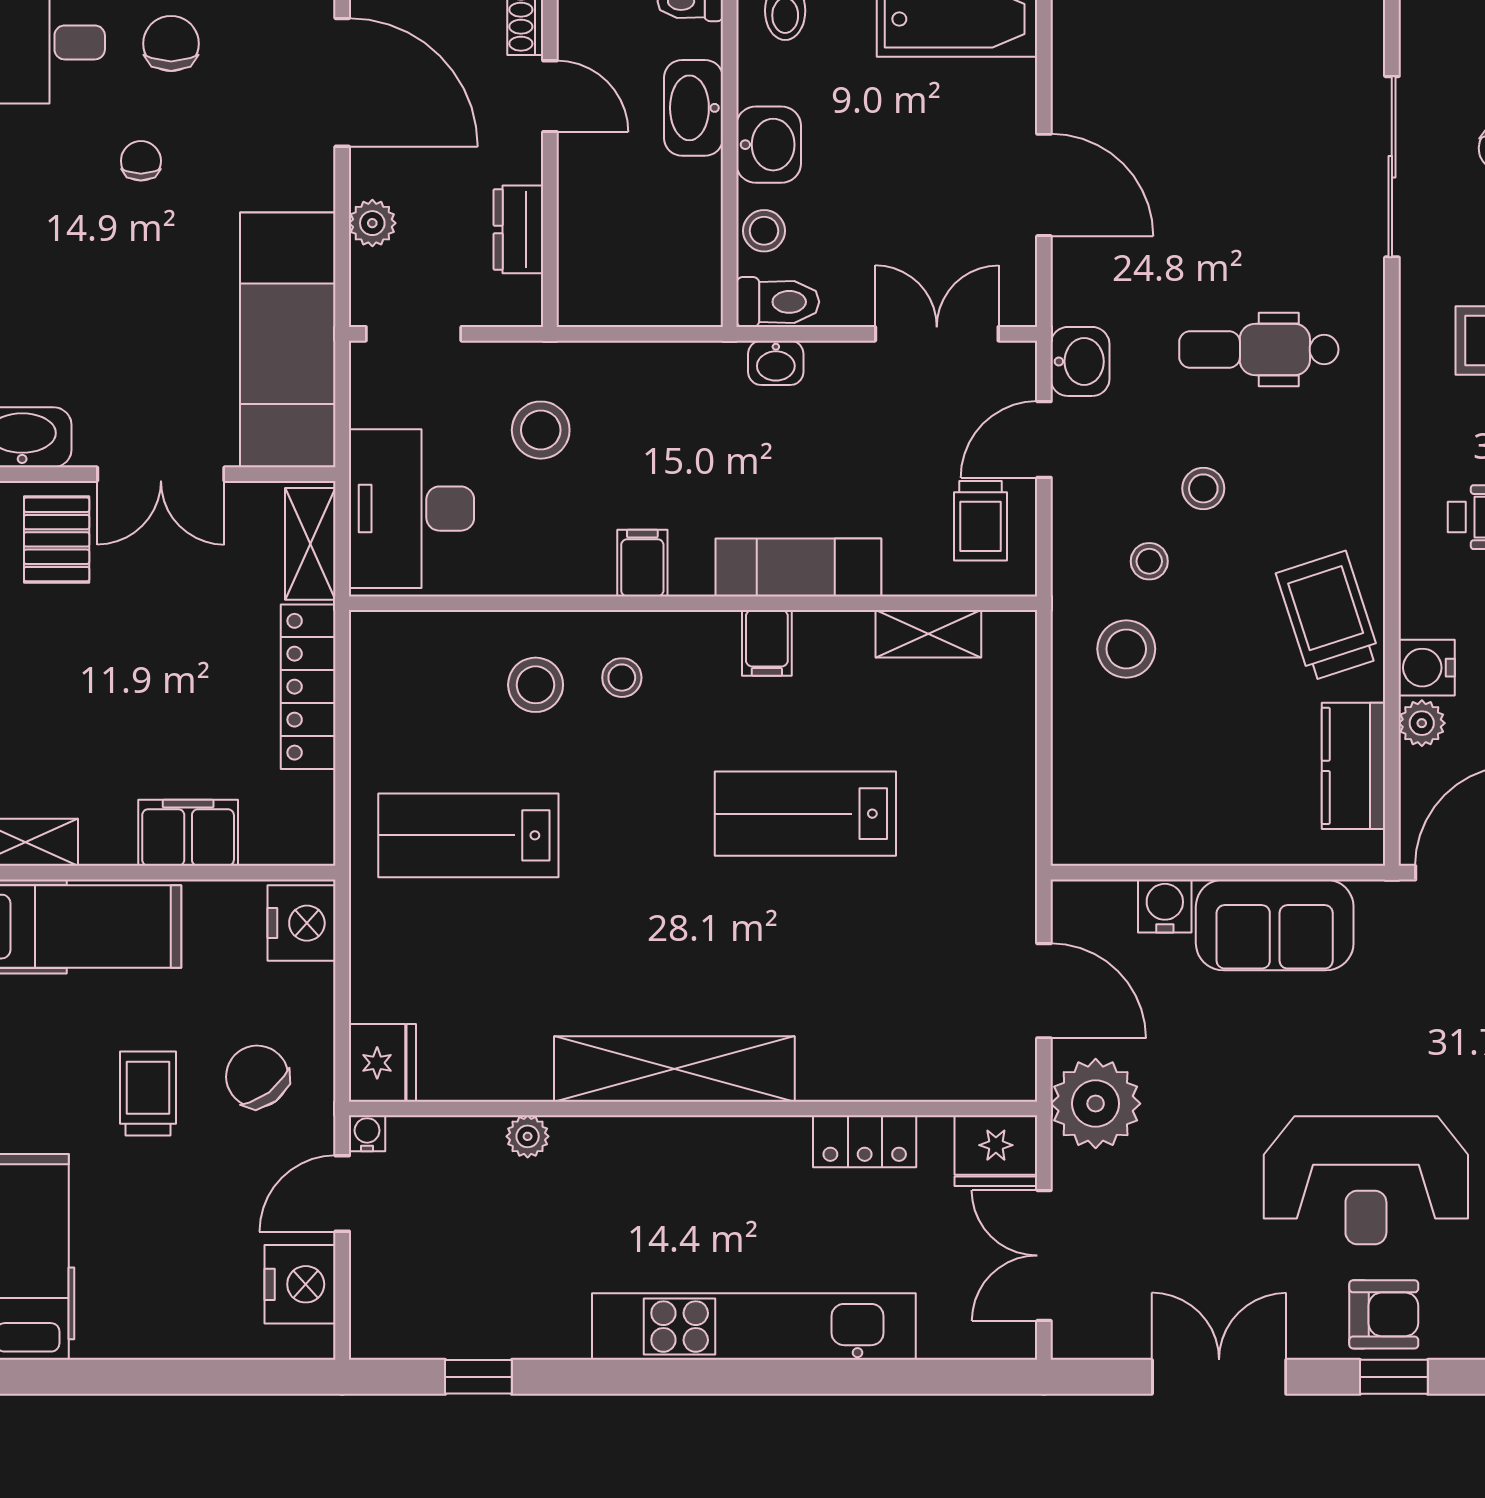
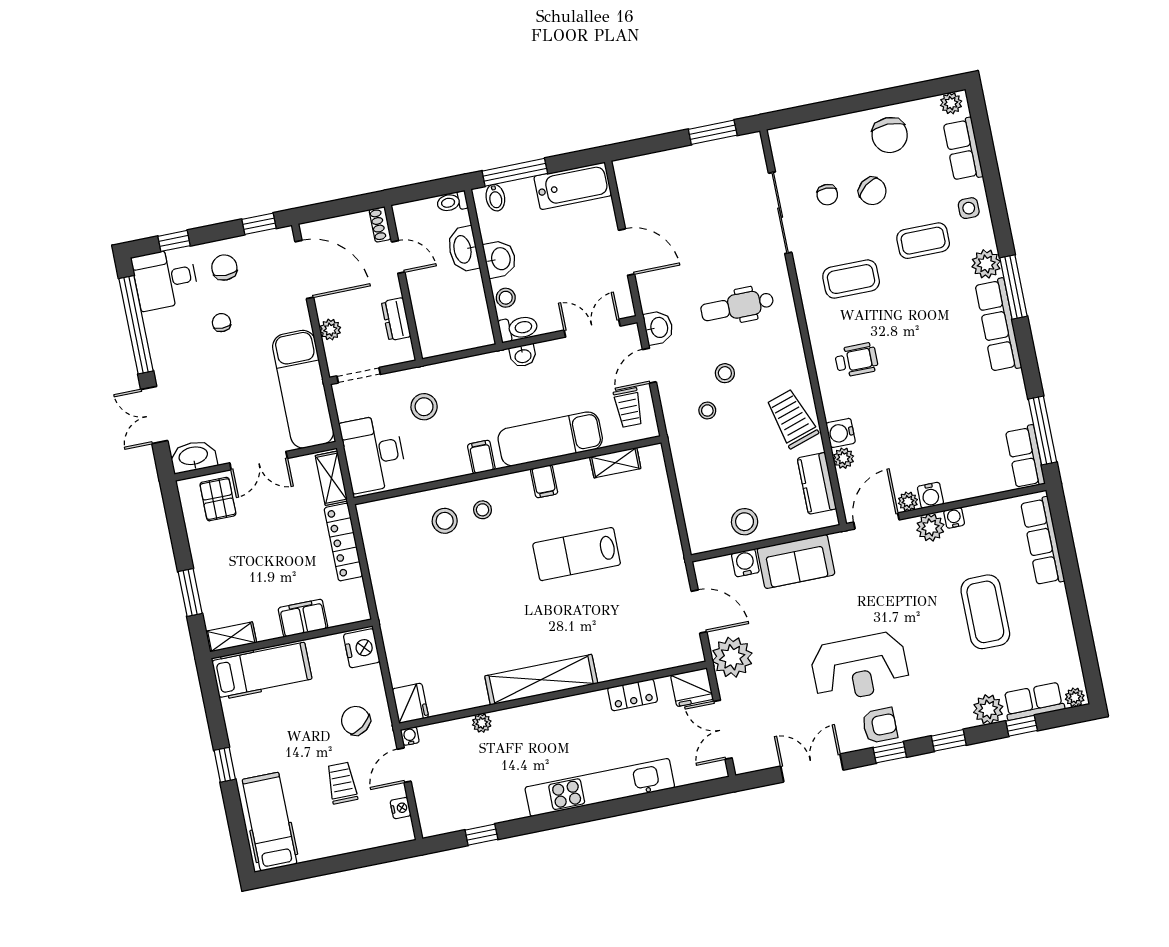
exam couch: (798, 567) -> (550, 439), width x1.36, depth x1.45
stool: (1126, 649) -> (745, 522), moved
lab bench: (468, 835) -> (428, 594), removed
trolley: (148, 1094) -> (342, 783), moved
nightstand: (300, 1284) -> (401, 808), width x0.53, depth x0.56

